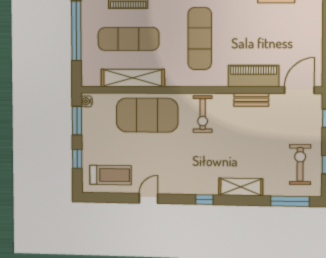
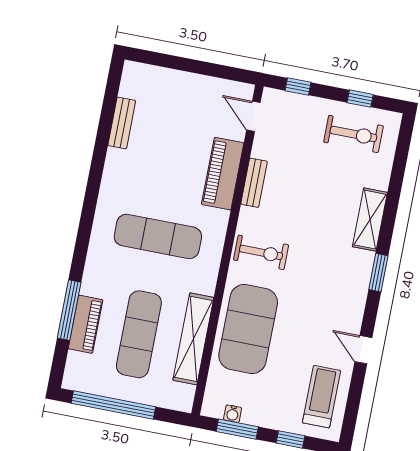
door: (299, 90) -> (253, 116), width x0.73
water cooler: (87, 101) -> (233, 414), moved
exercise bike: (300, 164) -> (353, 134), turned 180
window: (204, 200) -> (378, 273), width x1.50
window: (290, 201) -> (401, 157), removed

